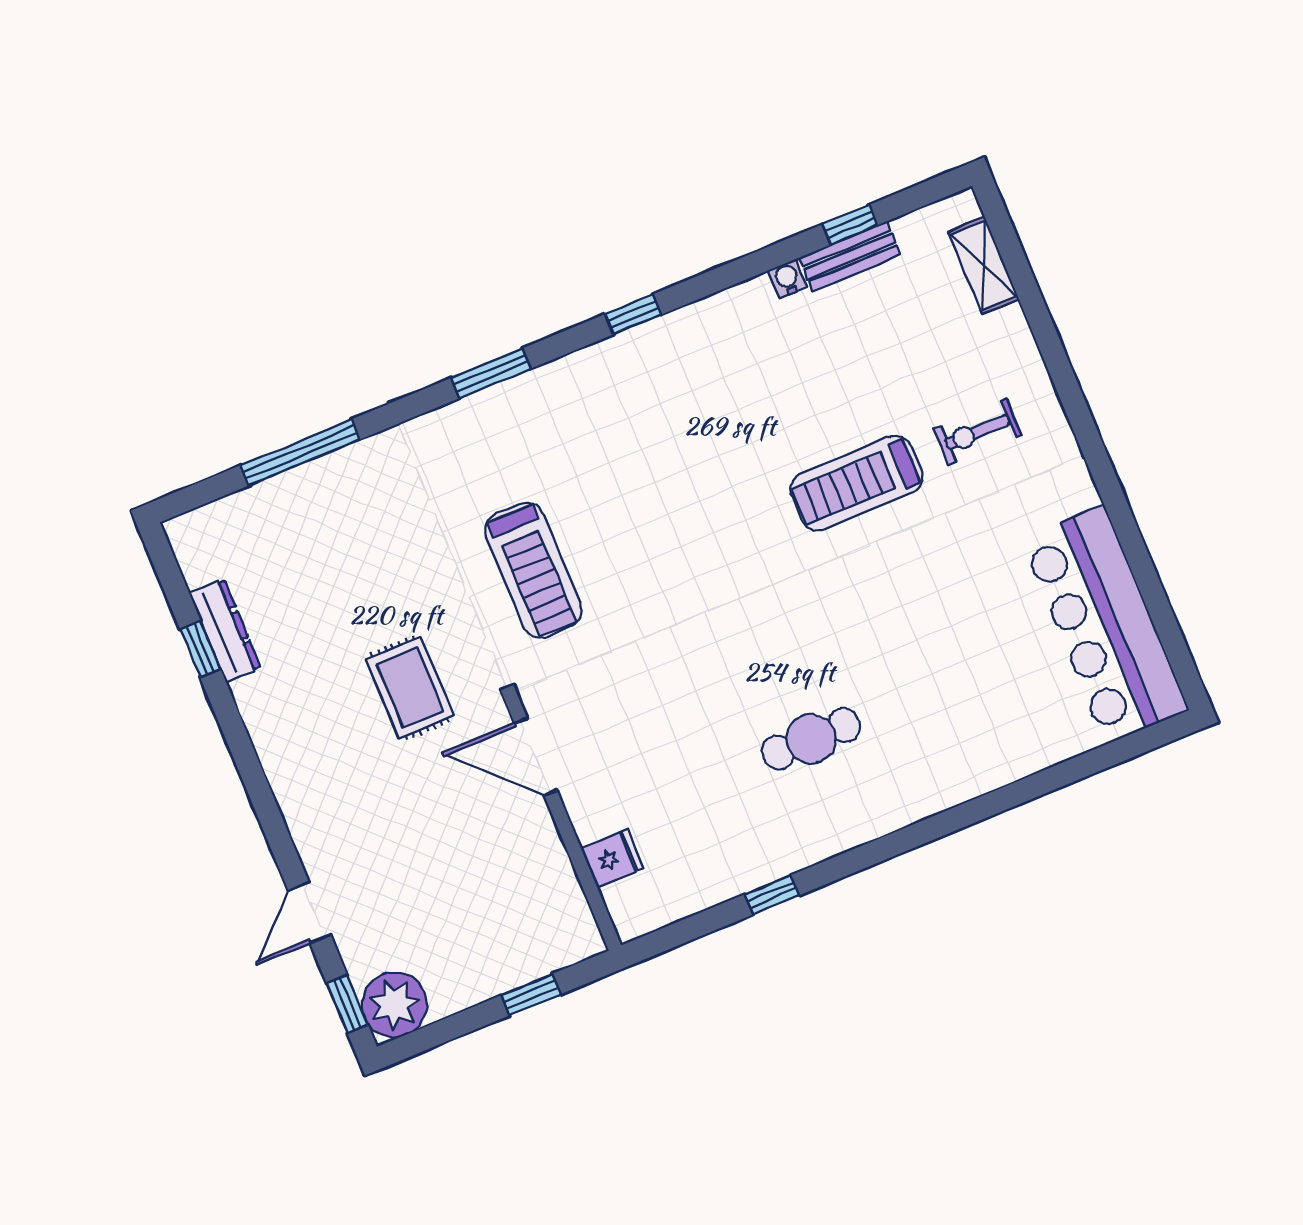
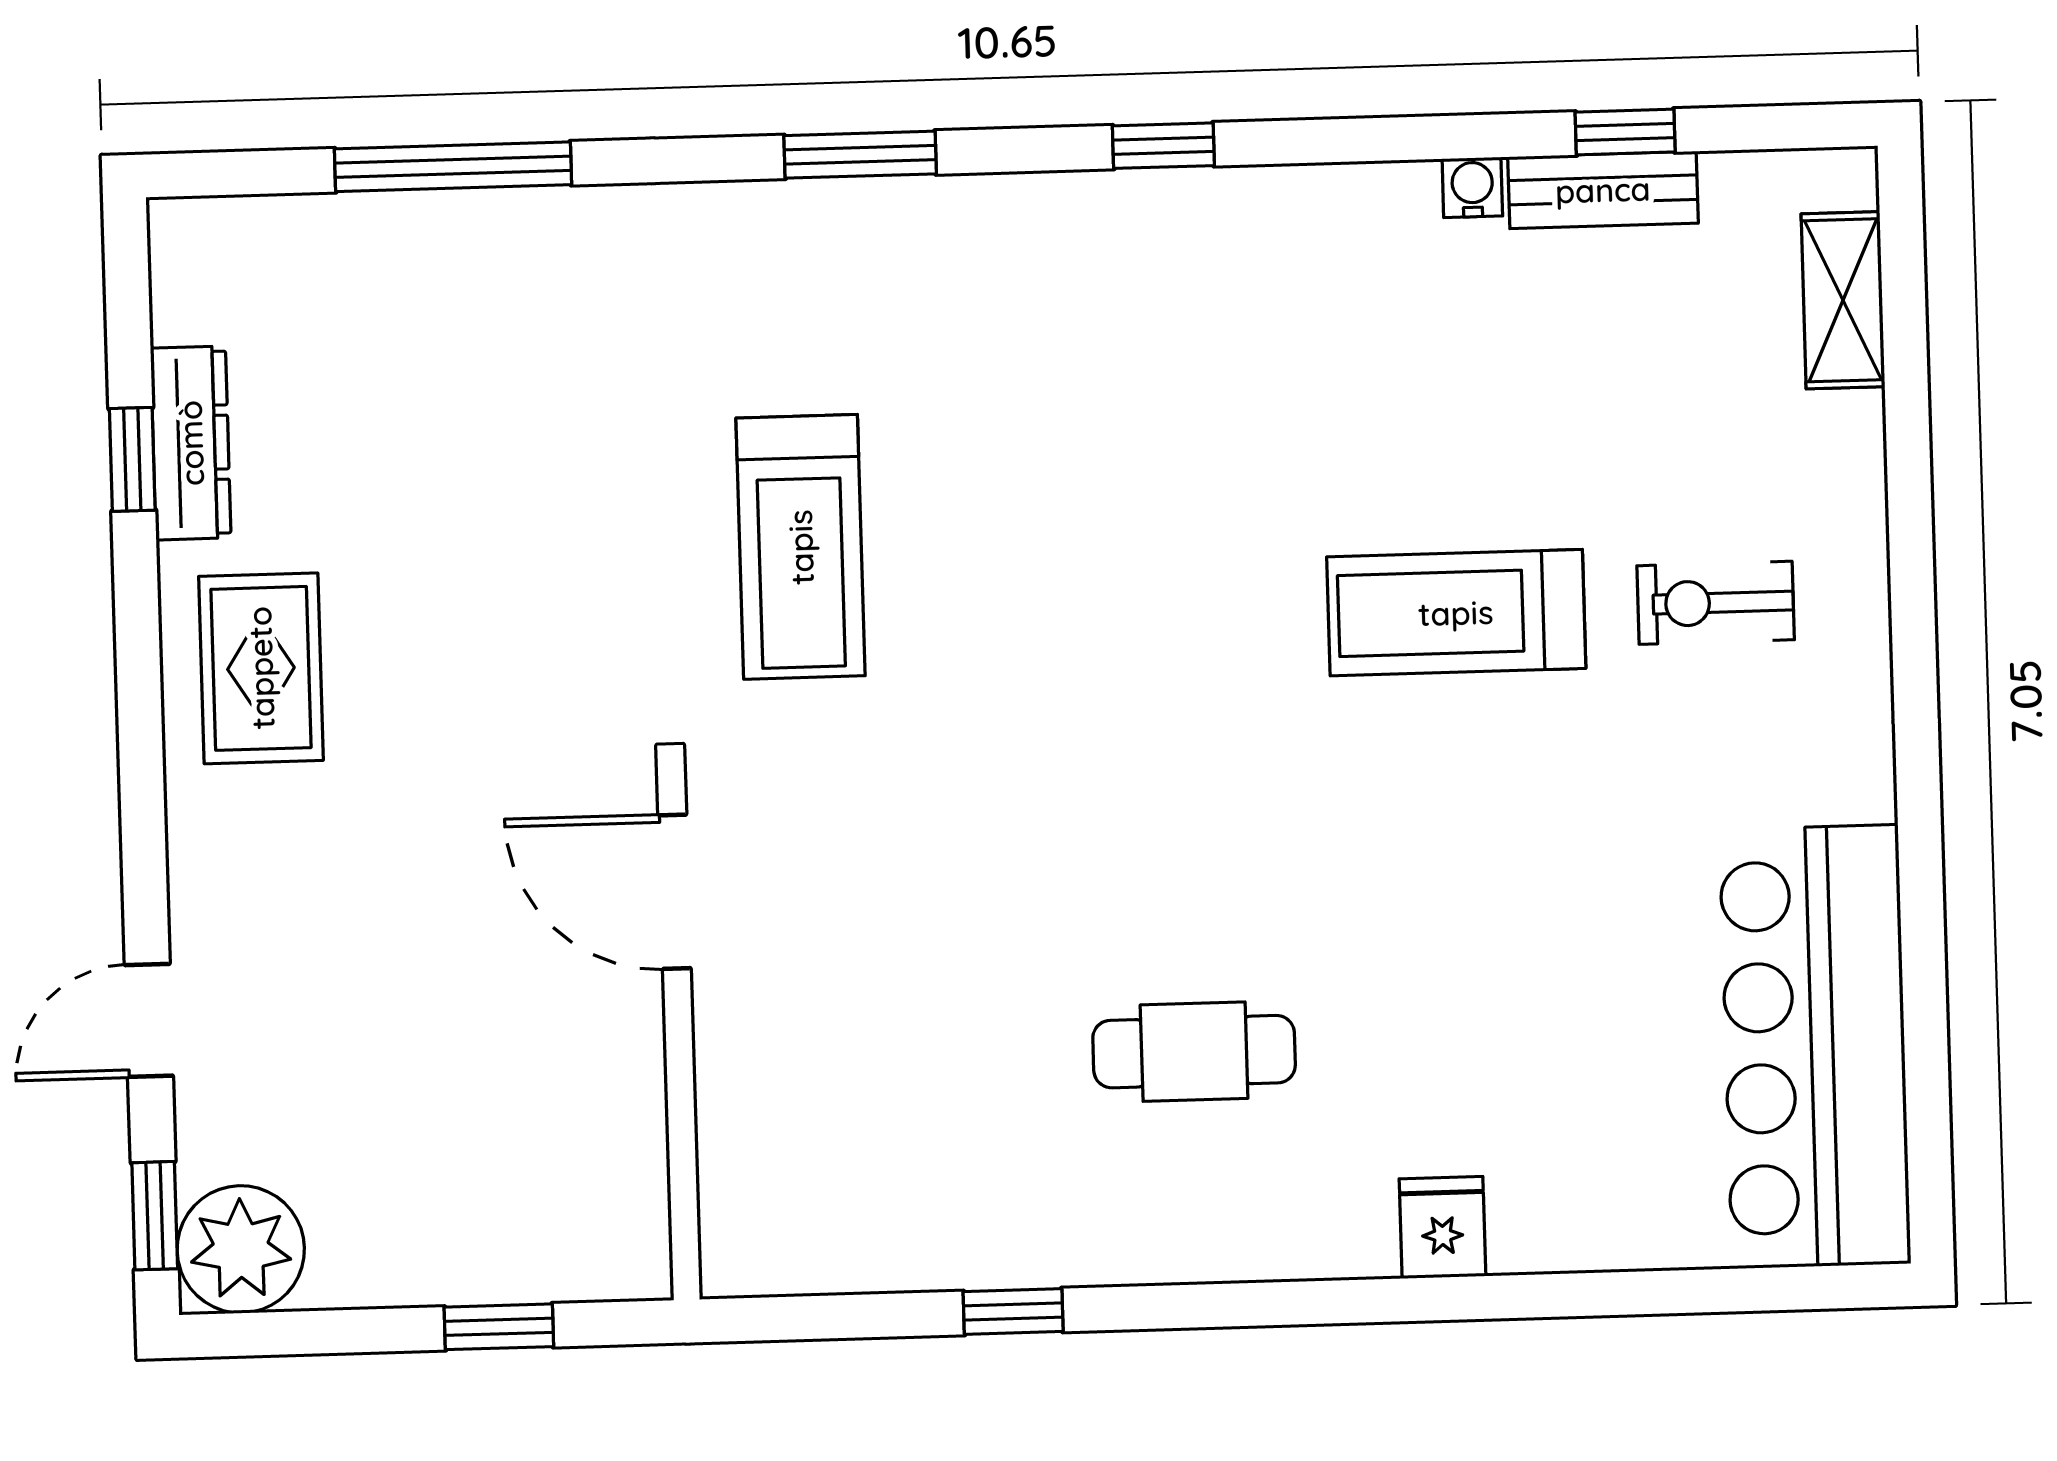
rug: (410, 688) -> (261, 668), moved
fridge: (612, 858) -> (1442, 1227), moved, turned -90

